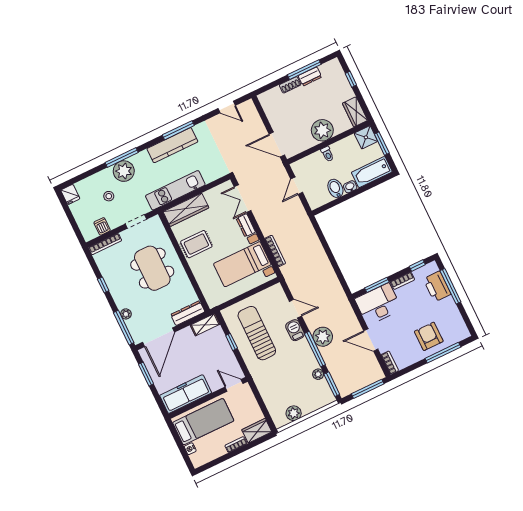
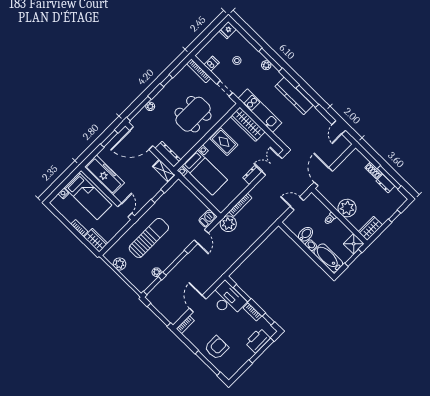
plant: (124, 171) -> (266, 65), width x0.53, depth x0.53
bed with nightstands: (242, 264) -> (205, 173), moved, turned 180
barbecue: (295, 330) -> (208, 219), moved
sun lounger: (257, 333) -> (149, 238), moved
plant: (323, 337) -> (228, 224), moved

